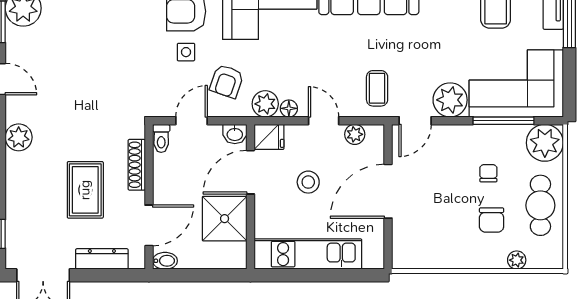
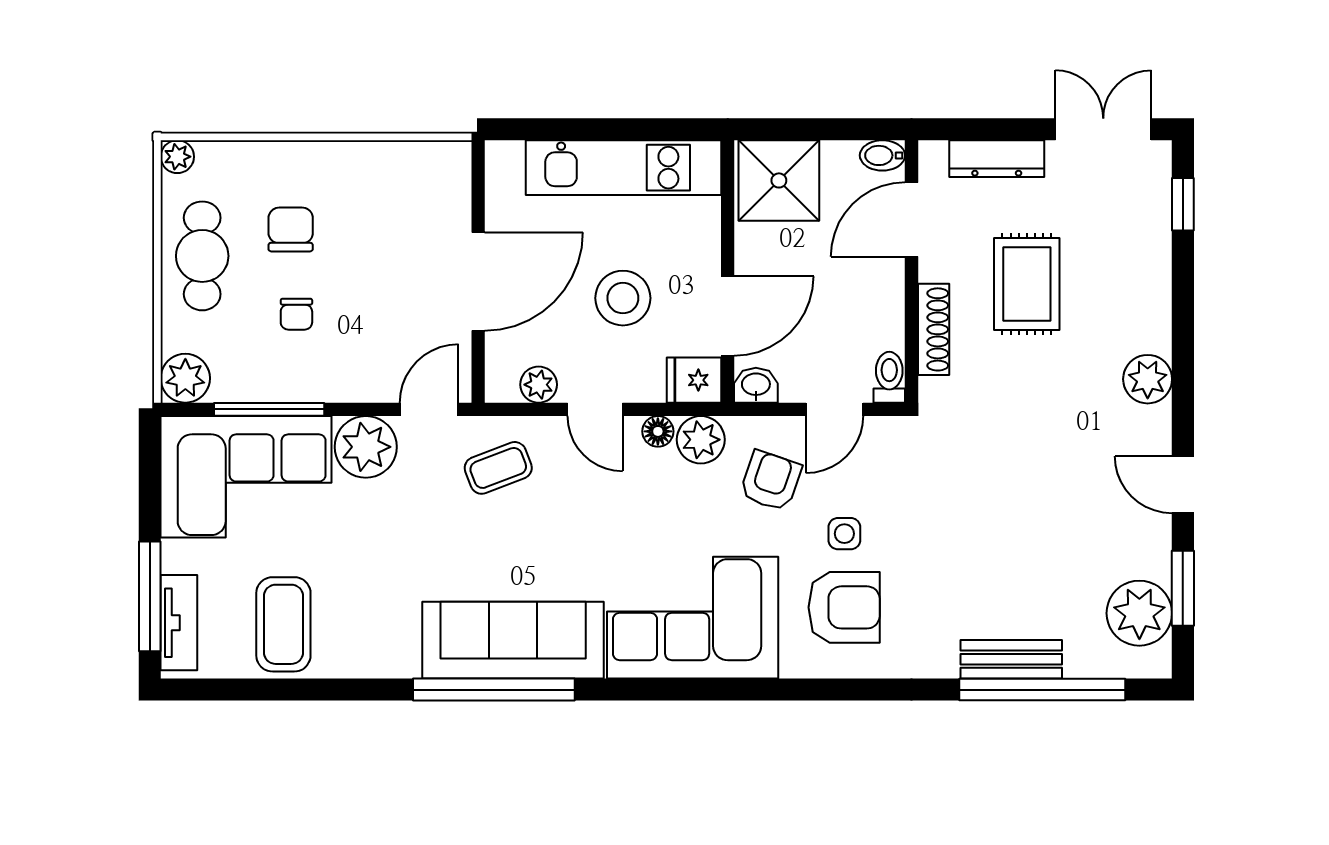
coffee table: (377, 88) -> (498, 468), turned 69
plant: (545, 143) -> (185, 378), width x0.73, depth x0.73
stool: (308, 182) -> (623, 298), width x1.38, depth x1.38
shower: (225, 219) -> (779, 180), moved
plant: (517, 260) -> (177, 157), moved

